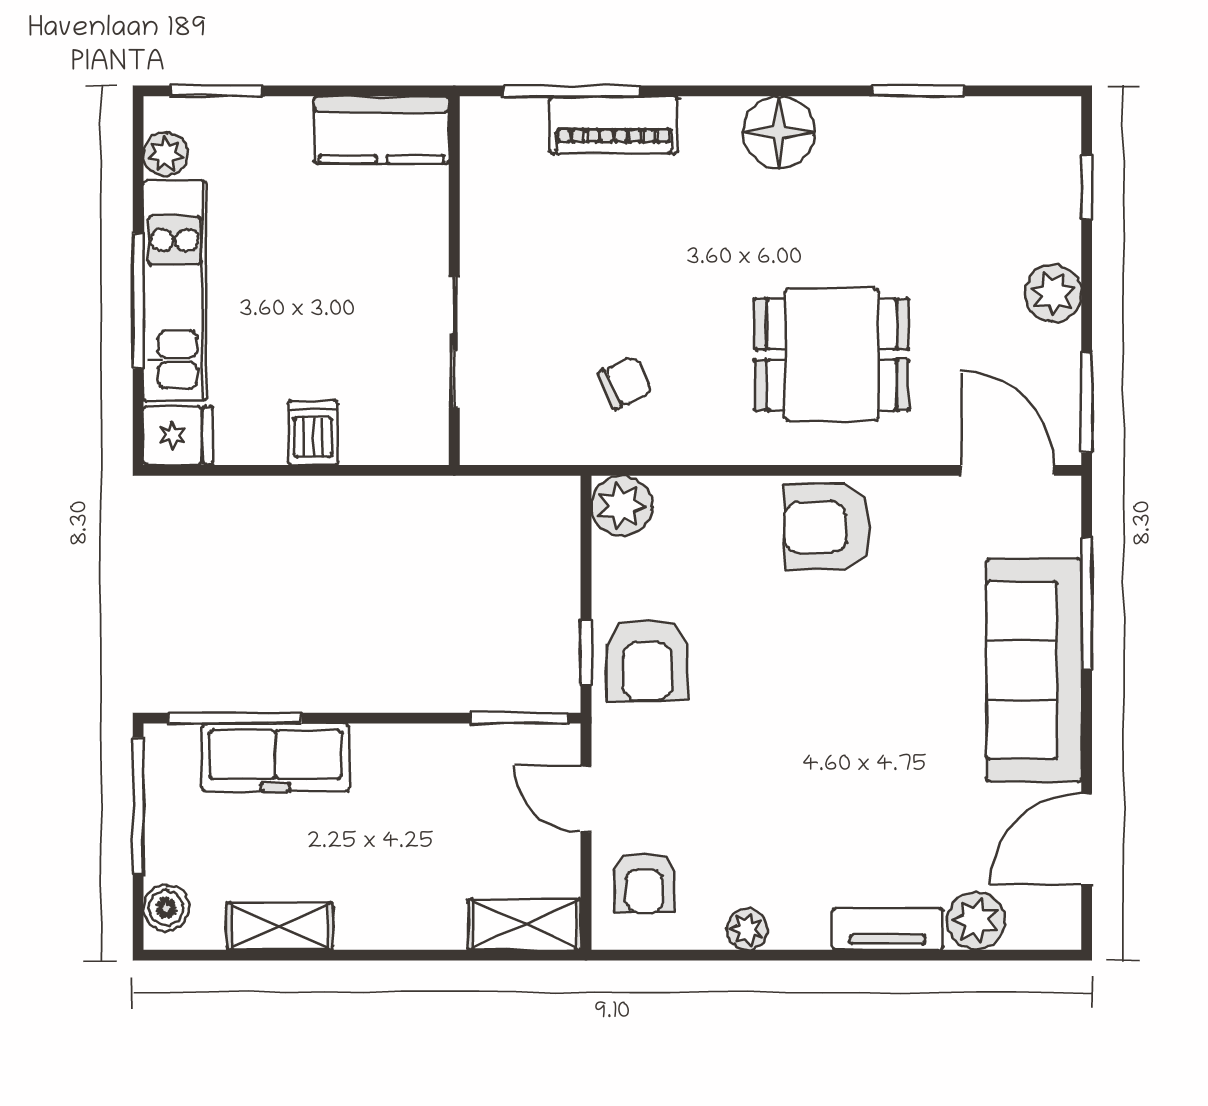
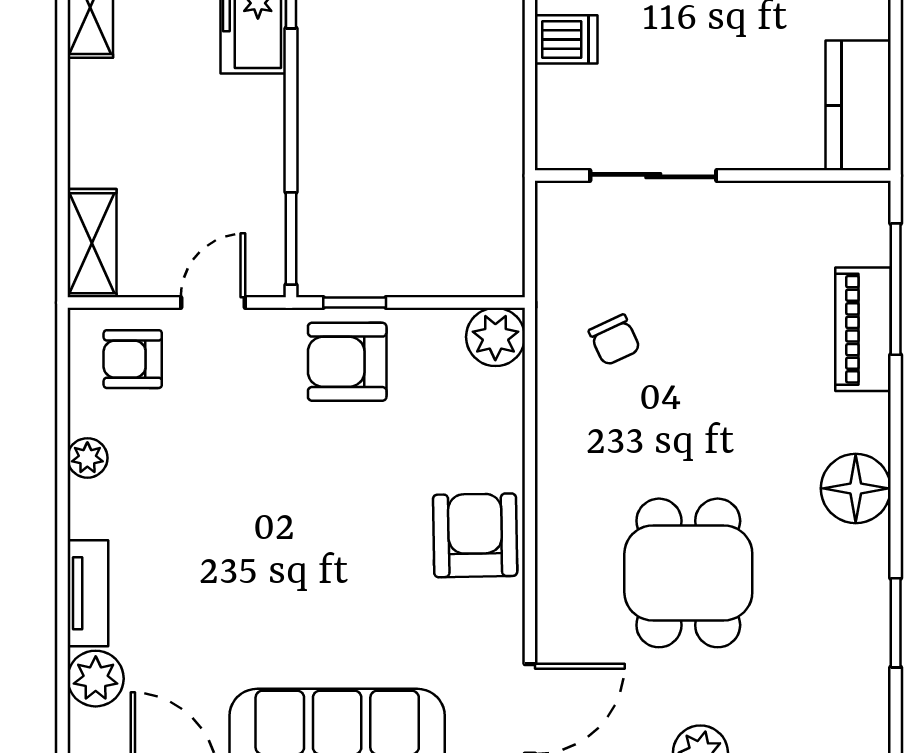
dining table: (832, 355) -> (688, 573), moved

